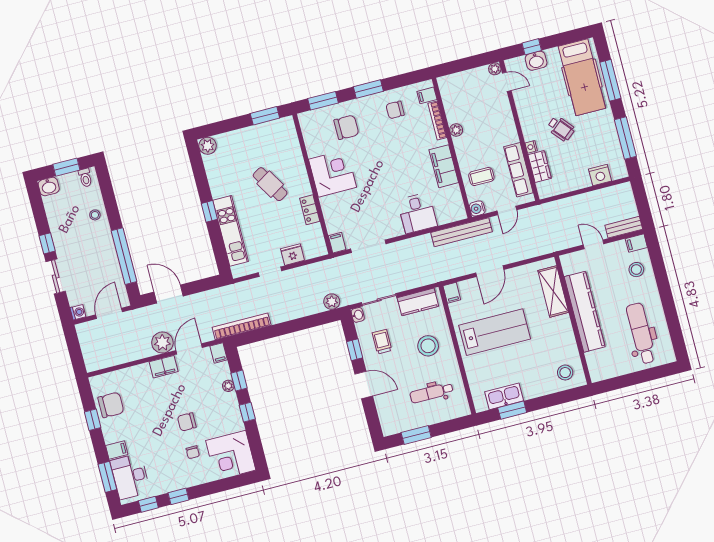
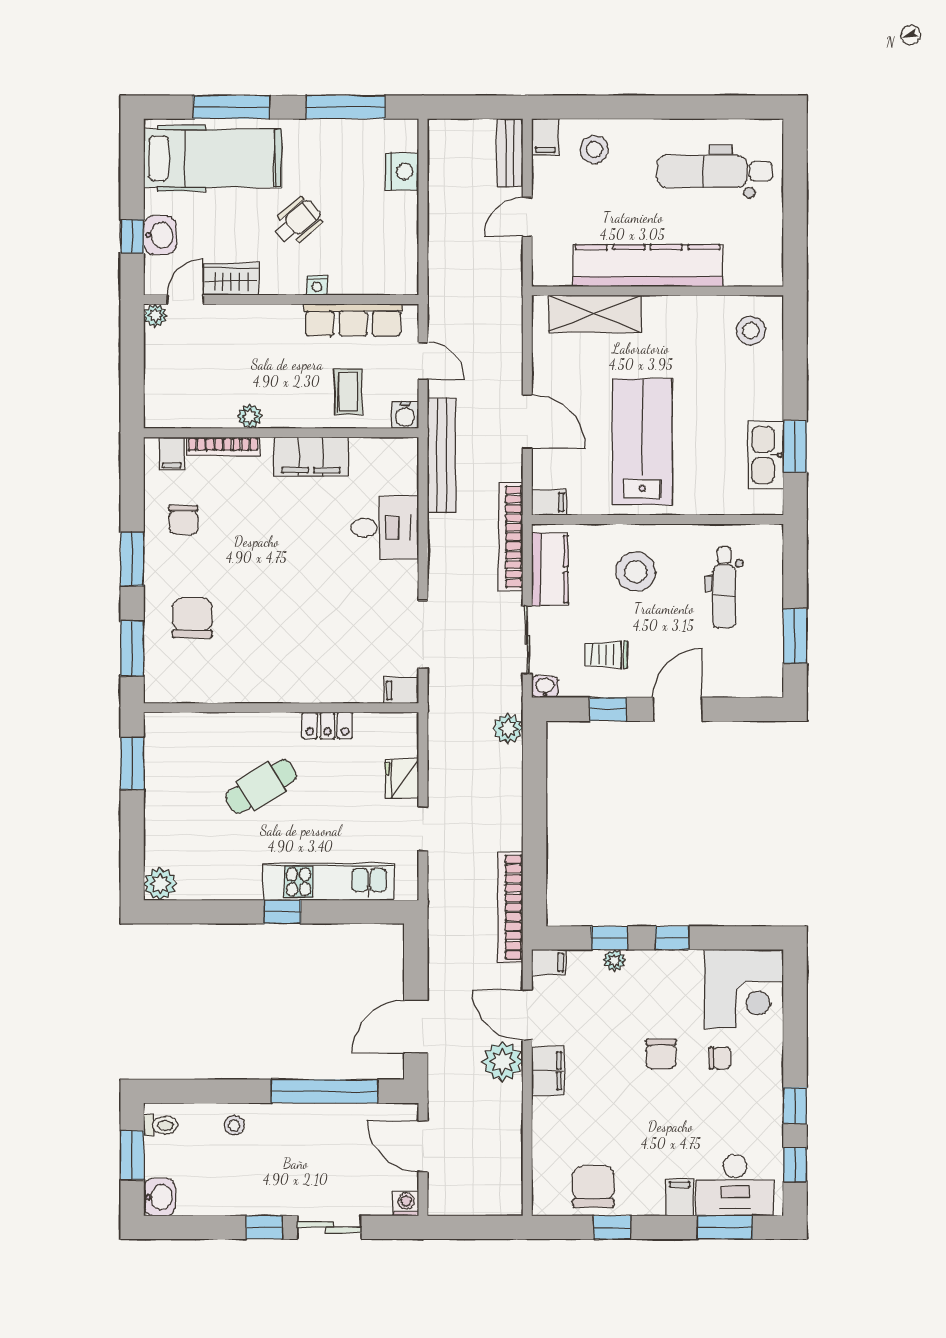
wardrobe: (540, 166) -> (231, 279), moved
corner desk: (333, 173) -> (271, 666), removed
bookcase: (429, 278) -> (511, 537), added

